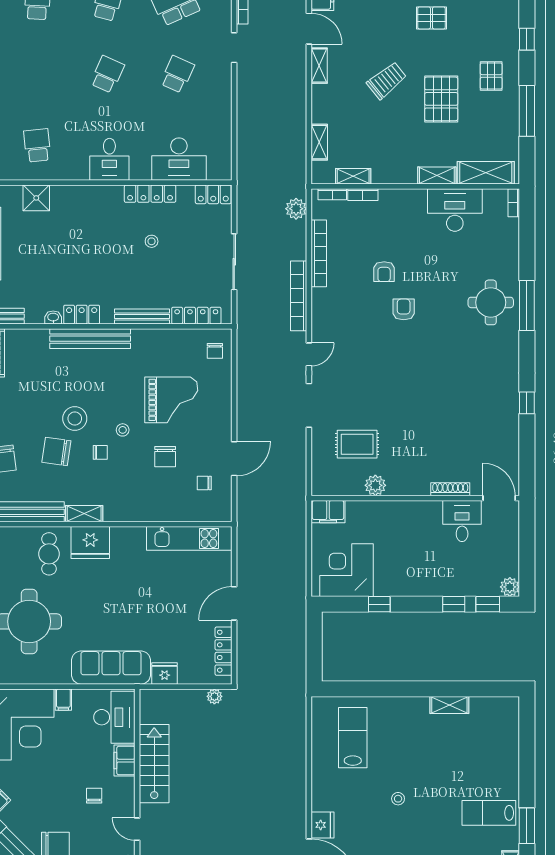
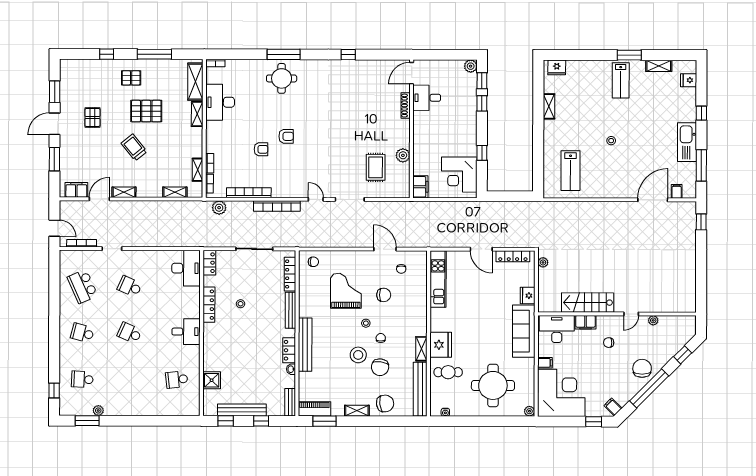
desk: (179, 159) -> (186, 268), moved
armchair: (404, 309) -> (286, 136), turned 180
lab bench: (353, 738) -> (571, 171), turned -90
fridge: (322, 825) -> (557, 67), moved, turned 180

